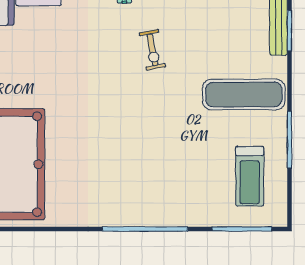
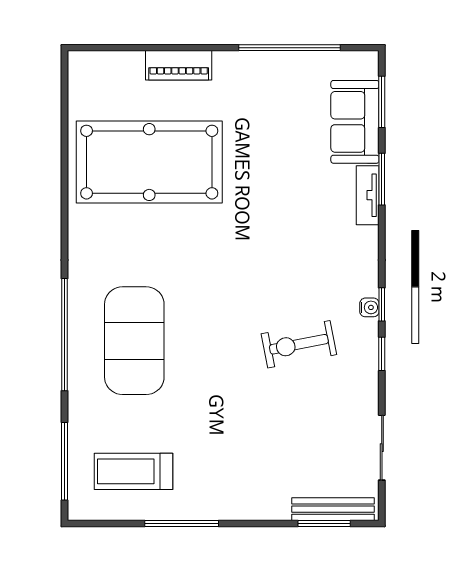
exercise bike: (152, 50) -> (299, 344), width x1.38, depth x1.39
exercise mat: (244, 94) -> (134, 341), moved, width x1.47

